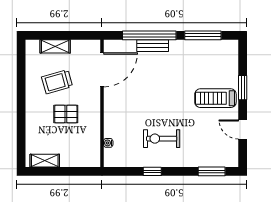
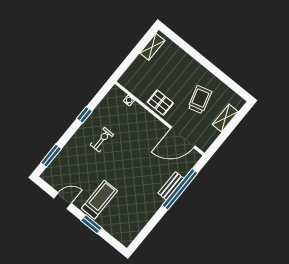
window: (203, 35) -> (150, 226), removed
door: (102, 70) -> (183, 137), hinge flipped
pallet: (66, 114) -> (160, 103), moved, turned 90
exercise bike: (162, 139) -> (102, 140), width x0.73, depth x0.72

